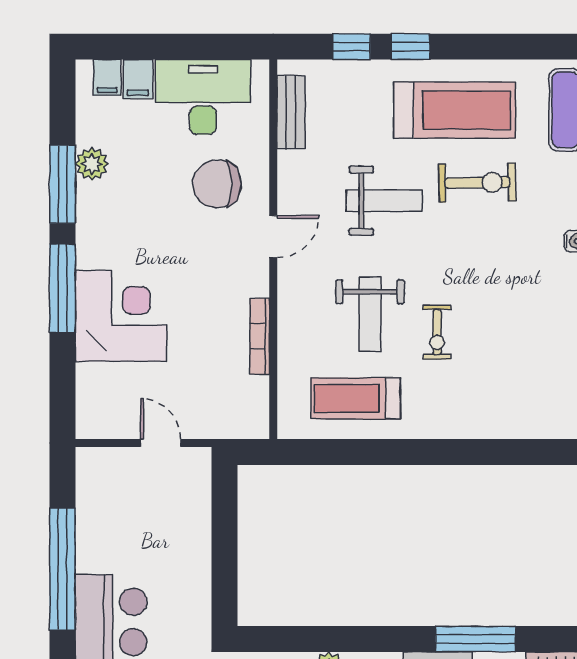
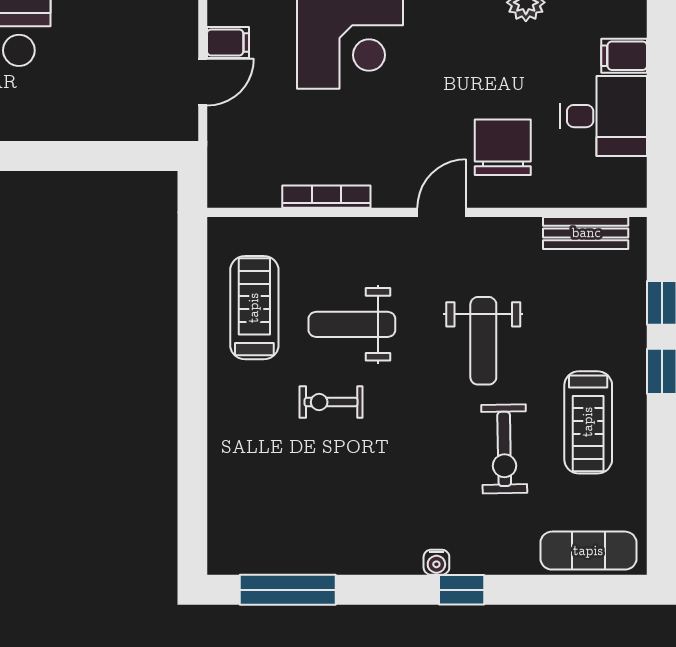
filing cabinet: (107, 77) -> (228, 42), moved, turned 180
desk: (203, 97) -> (604, 116), width x0.73
treadmill: (455, 110) -> (588, 422), width x0.73, depth x0.73
door: (273, 236) -> (442, 212), swing flipped

